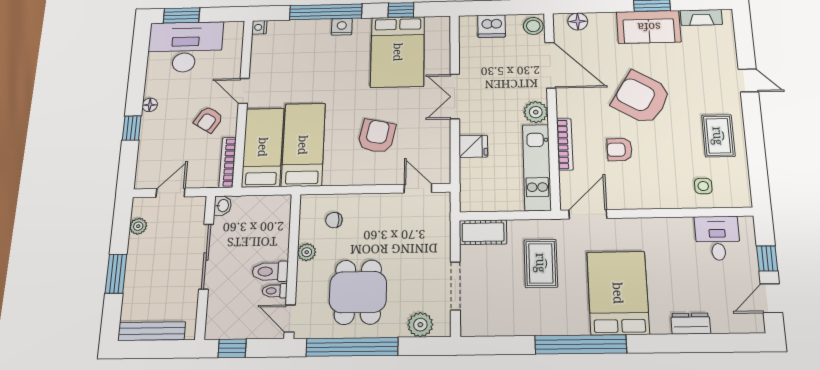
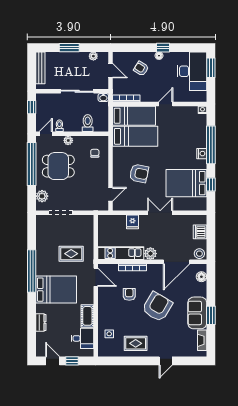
armchair: (208, 120) -> (141, 69), moved
window: (132, 128) -> (163, 48), moved
cot: (483, 232) -> (87, 316), moved
plant: (307, 252) -> (68, 140), moved
toilet: (270, 271) -> (88, 123), moved

